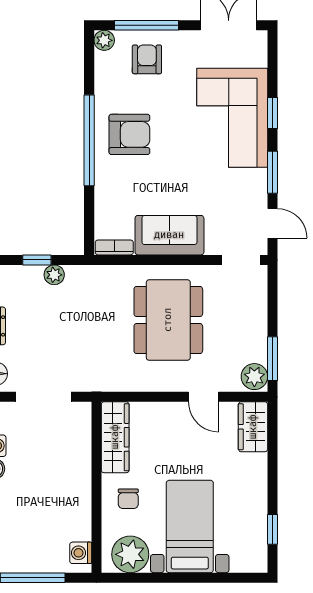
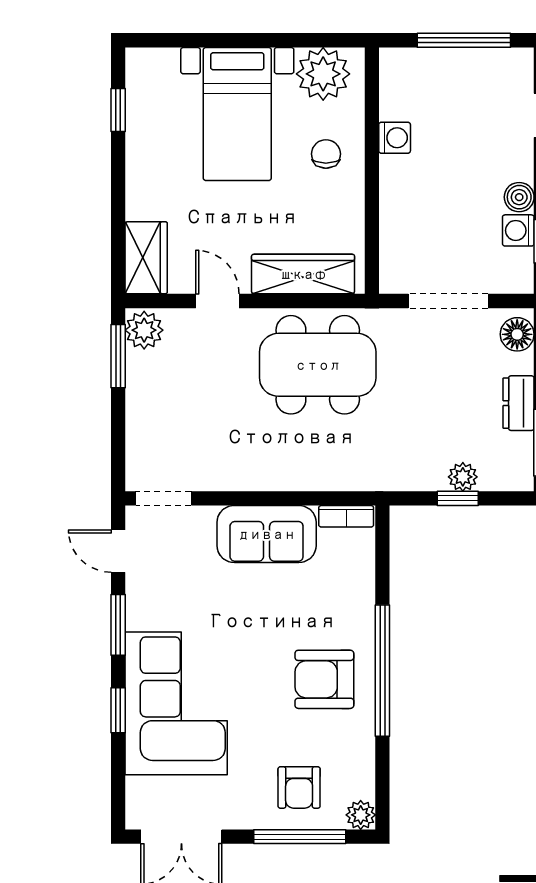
plant: (54, 275) -> (463, 477), moved
dining table: (168, 320) -> (318, 365), moved, turned 90
wardrobe: (115, 437) -> (303, 274), moved, turned 90
washing machine: (81, 553) -> (395, 138), moved

